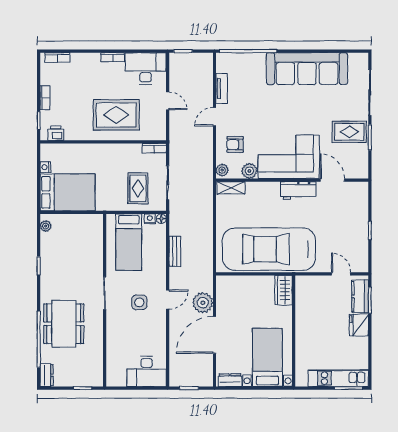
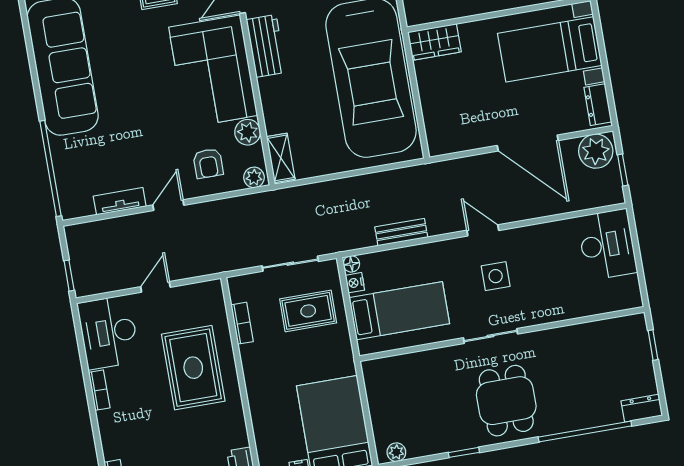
door: (214, 117) -> (168, 205), swing flipped
bookcase: (154, 148) -> (242, 323), moved
plant: (203, 303) -> (596, 151), moved
dining table: (64, 324) -> (506, 401), moved, width x0.73

